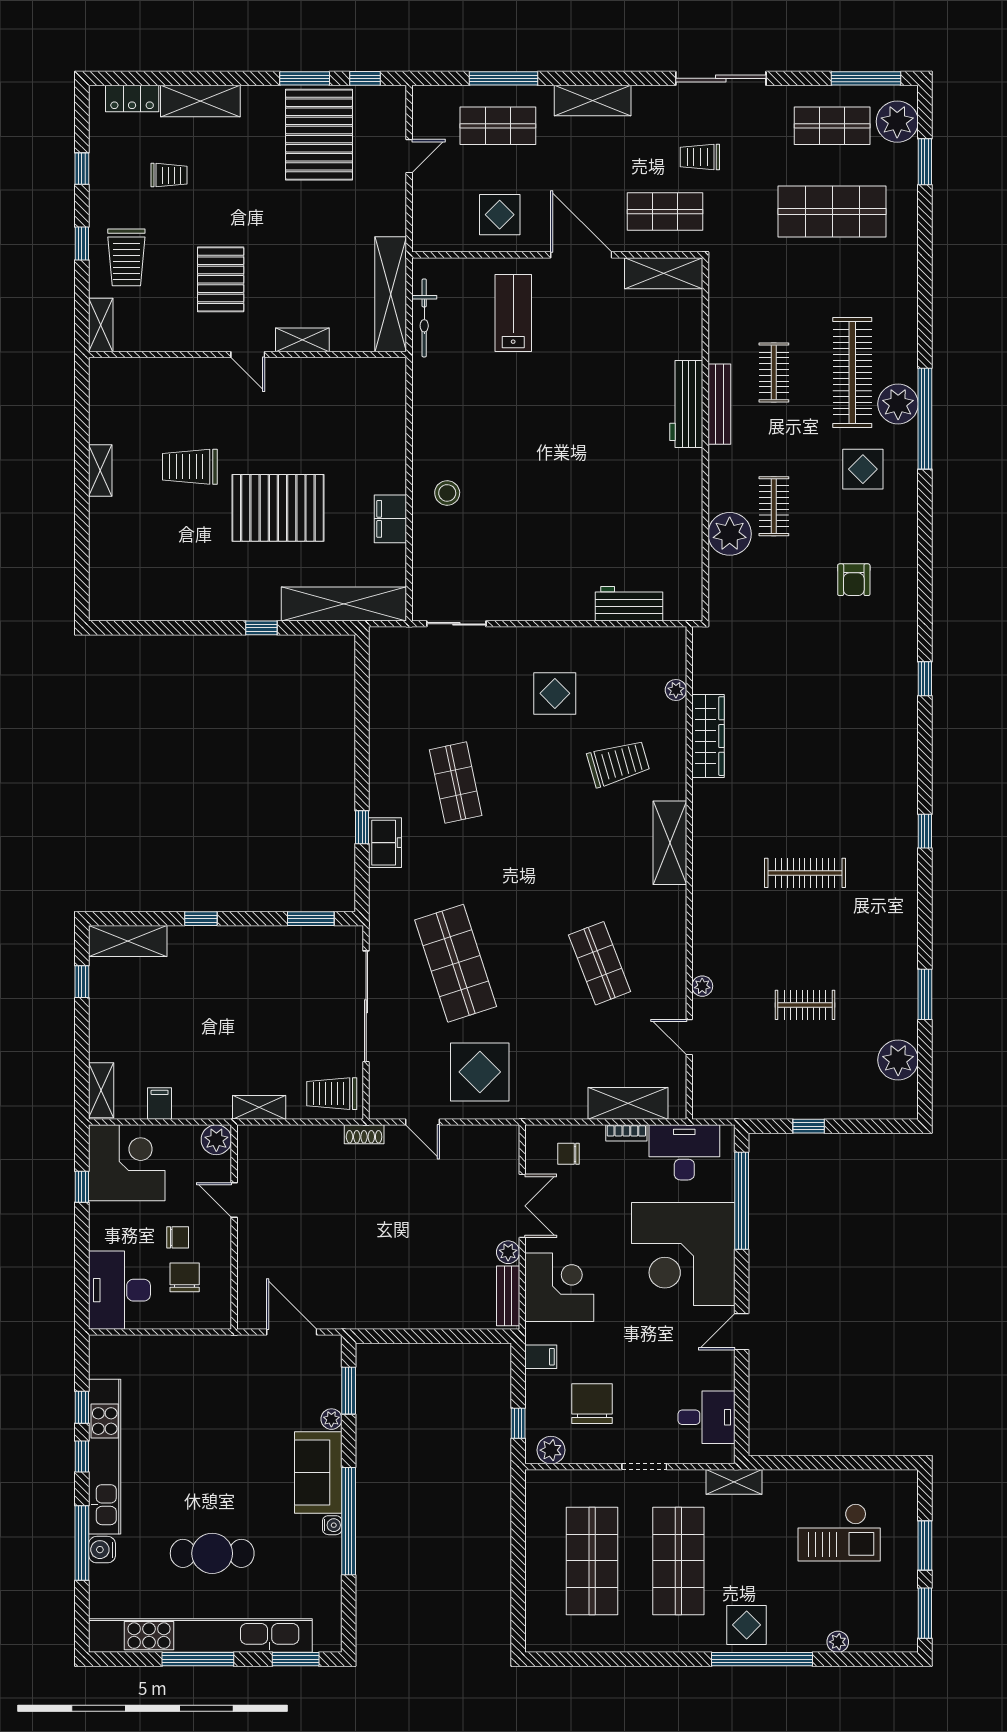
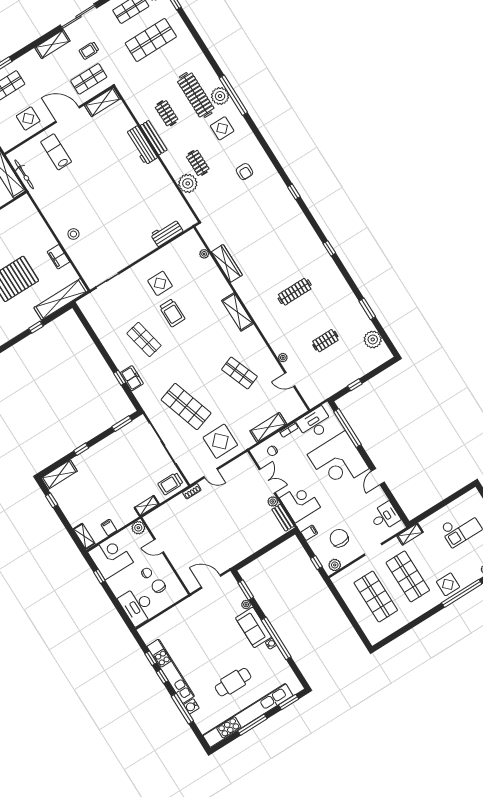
shelving: (593, 100) -> (52, 44), moved
trolley: (618, 763) -> (172, 313), moved, turned 106
shelving: (628, 1103) -> (268, 427), moved

